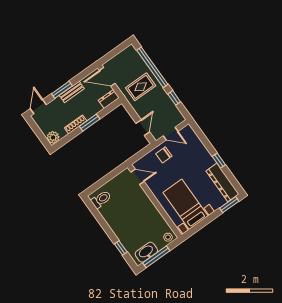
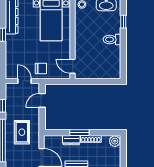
rug: (141, 87) -> (22, 132), turned 90
dresser: (109, 99) -> (71, 140), moved
toilet: (101, 199) -> (112, 40), moved

